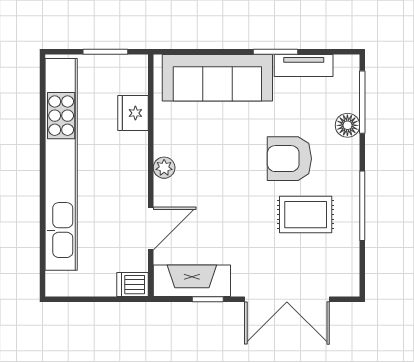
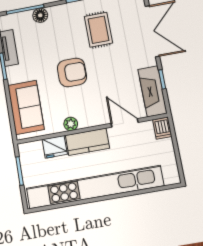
sofa: (217, 78) -> (26, 107), width x0.73
armchair: (289, 159) -> (72, 72), moved, turned -90
kitchen counter: (132, 165) -> (87, 142), added
plant: (164, 168) -> (71, 124), moved

